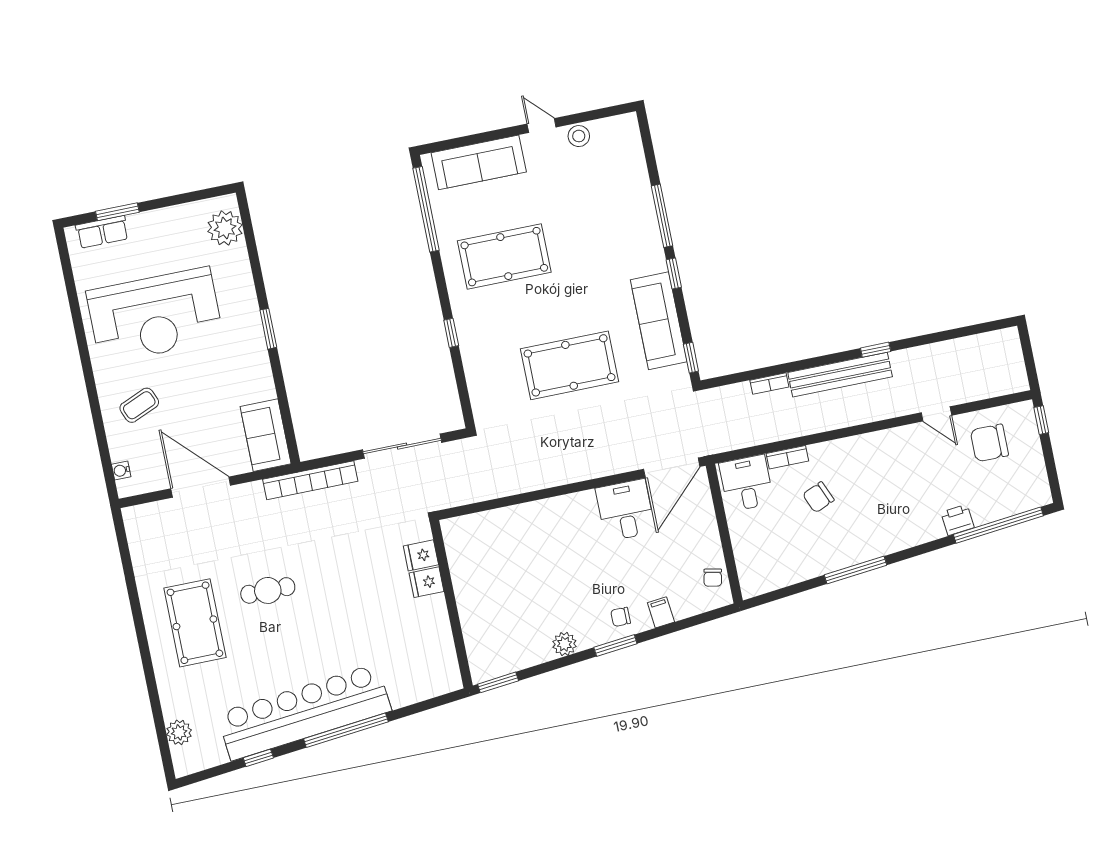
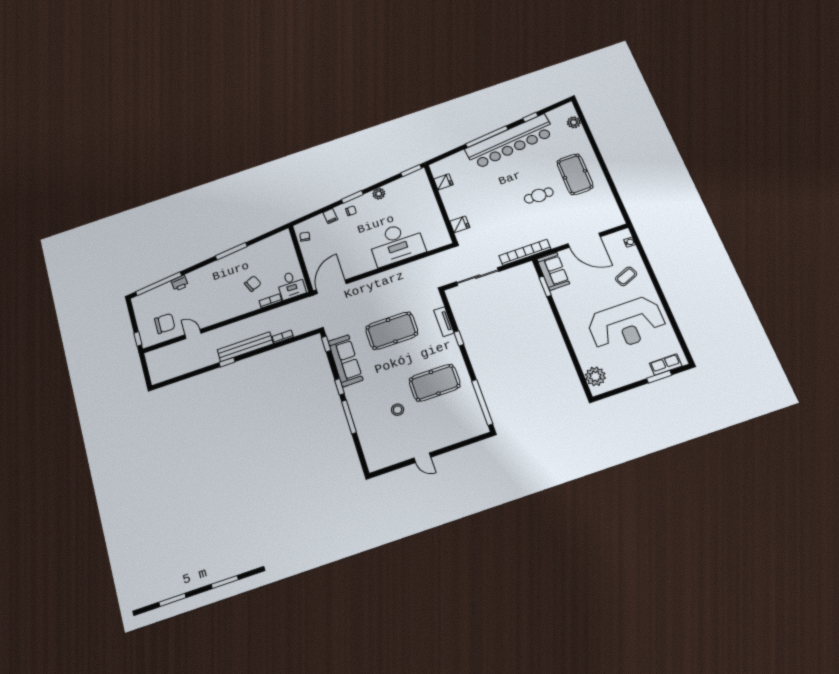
stool: (579, 136) -> (398, 410), moved
sofa: (479, 162) -> (456, 432), removed
reception desk: (155, 316) -> (626, 324), turned 180
window: (268, 329) -> (545, 286), moved
tv unit: (474, 368) -> (444, 322), added
desk: (625, 510) -> (397, 244), moved, width x1.87, depth x1.30
fridge: (427, 582) -> (443, 182), moved

